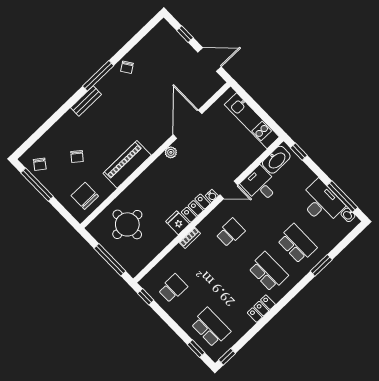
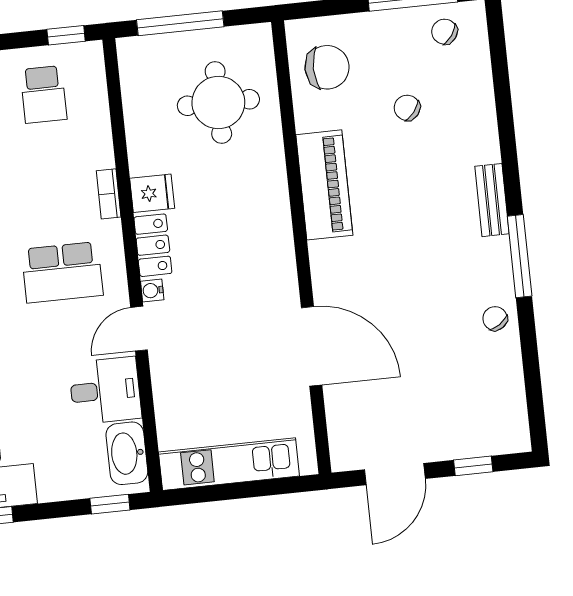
plant: (171, 152) -> (285, 278), removed
school desk: (230, 233) -> (62, 272), width x1.85

